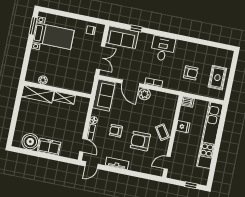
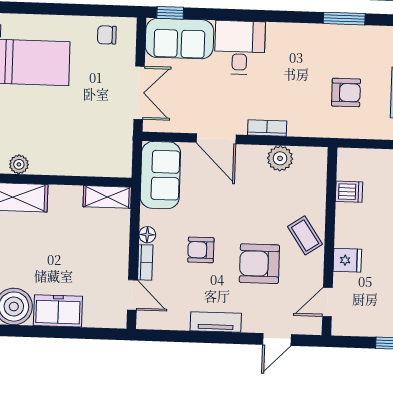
window: (136, 29) -> (170, 13), moved
window: (195, 41) -> (344, 19), added
desk: (163, 49) -> (240, 48), moved
plant: (145, 94) -> (280, 158), moved
shelving: (64, 98) -> (107, 197), moved
dishwasher: (188, 102) -> (349, 192), moved
fridge: (183, 127) -> (347, 260), moved
door: (92, 165) -> (277, 340), moved

